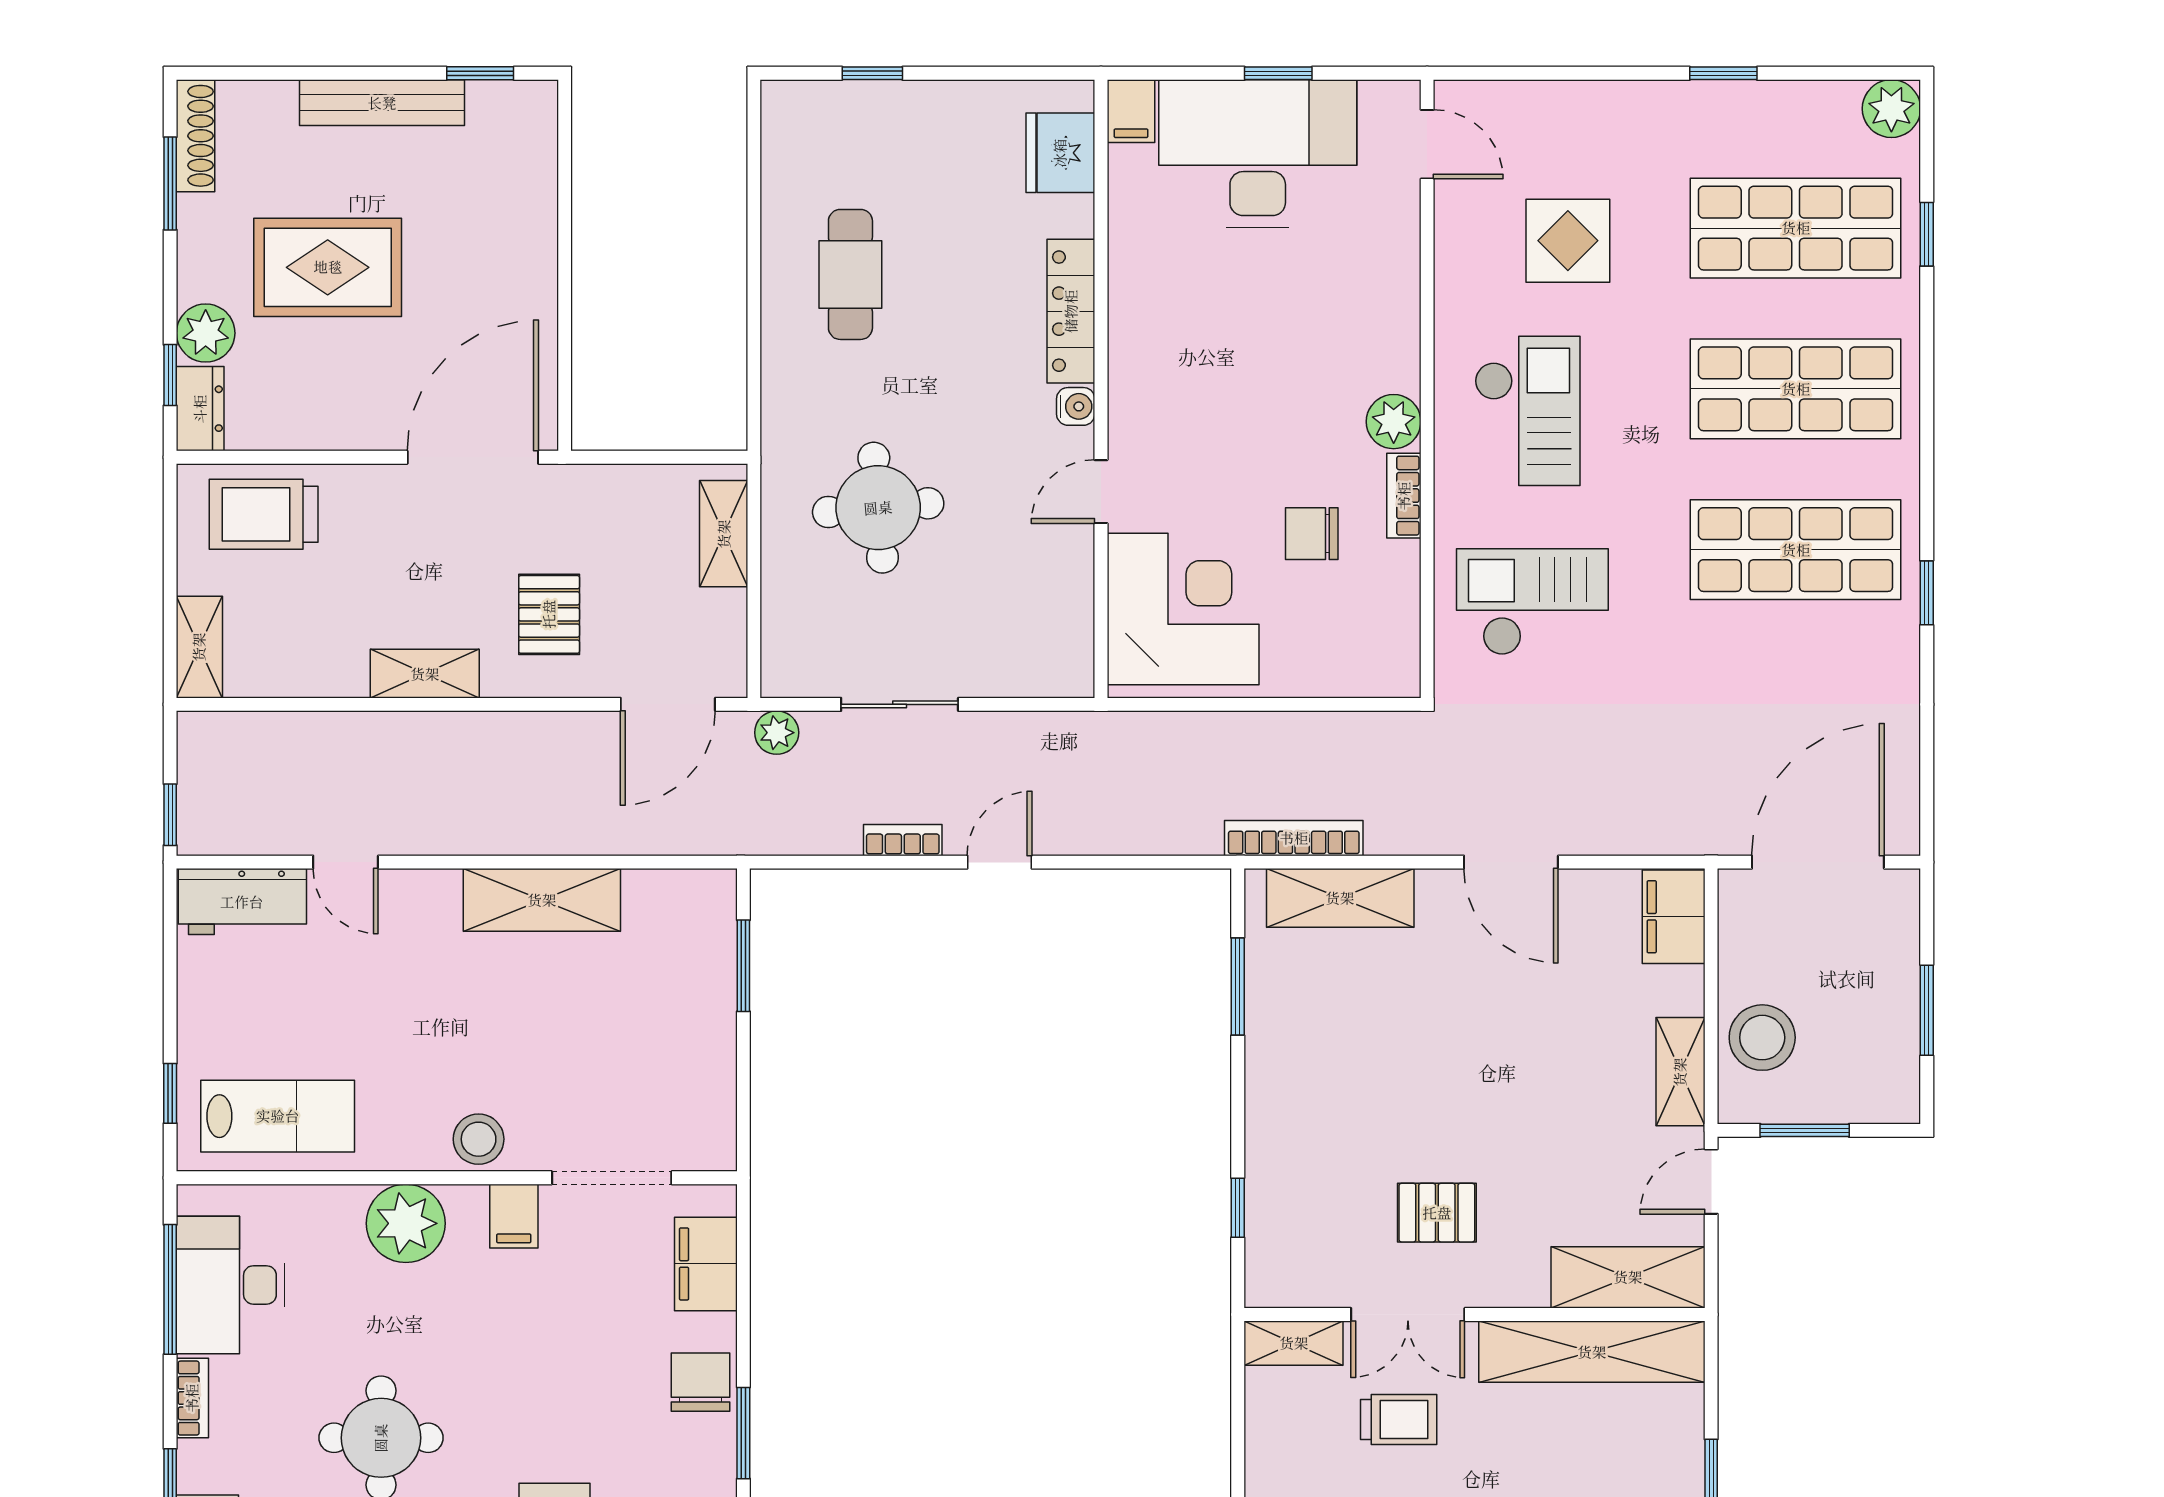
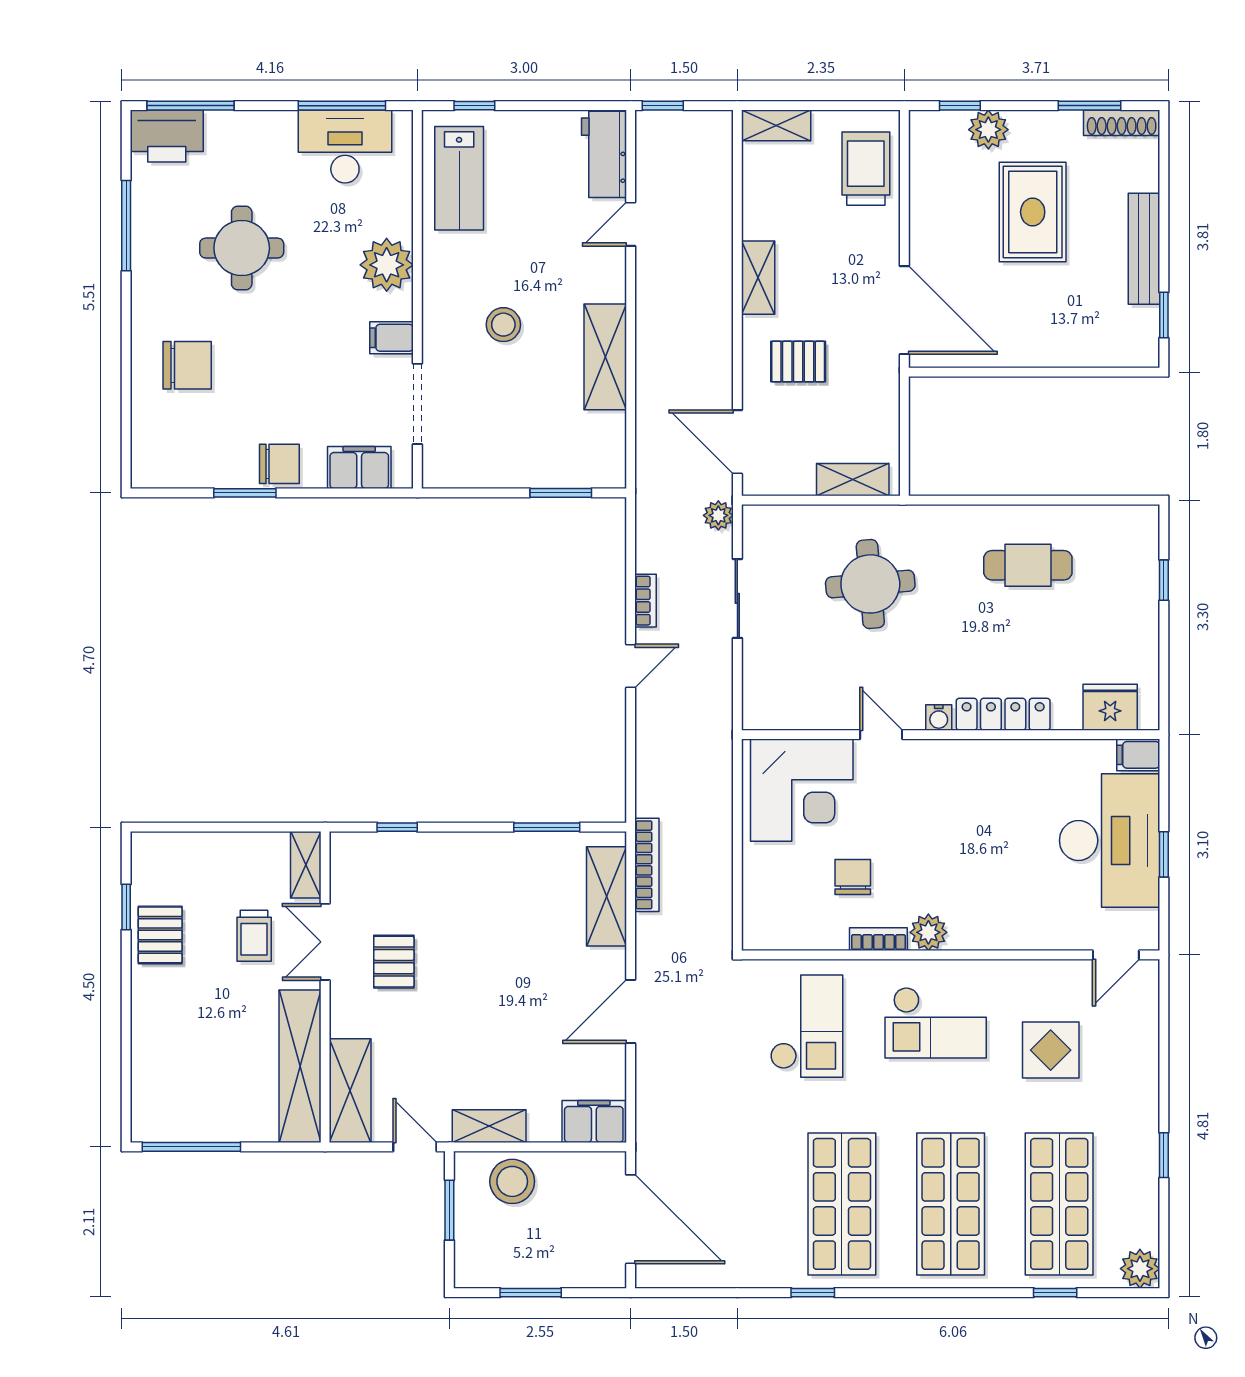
dresser: (200, 409) -> (937, 126), removed
door: (1000, 862) -> (631, 666), hinge flipped
stool: (479, 1139) -> (503, 325), moved
bookcase: (192, 1398) -> (269, 121), removed

